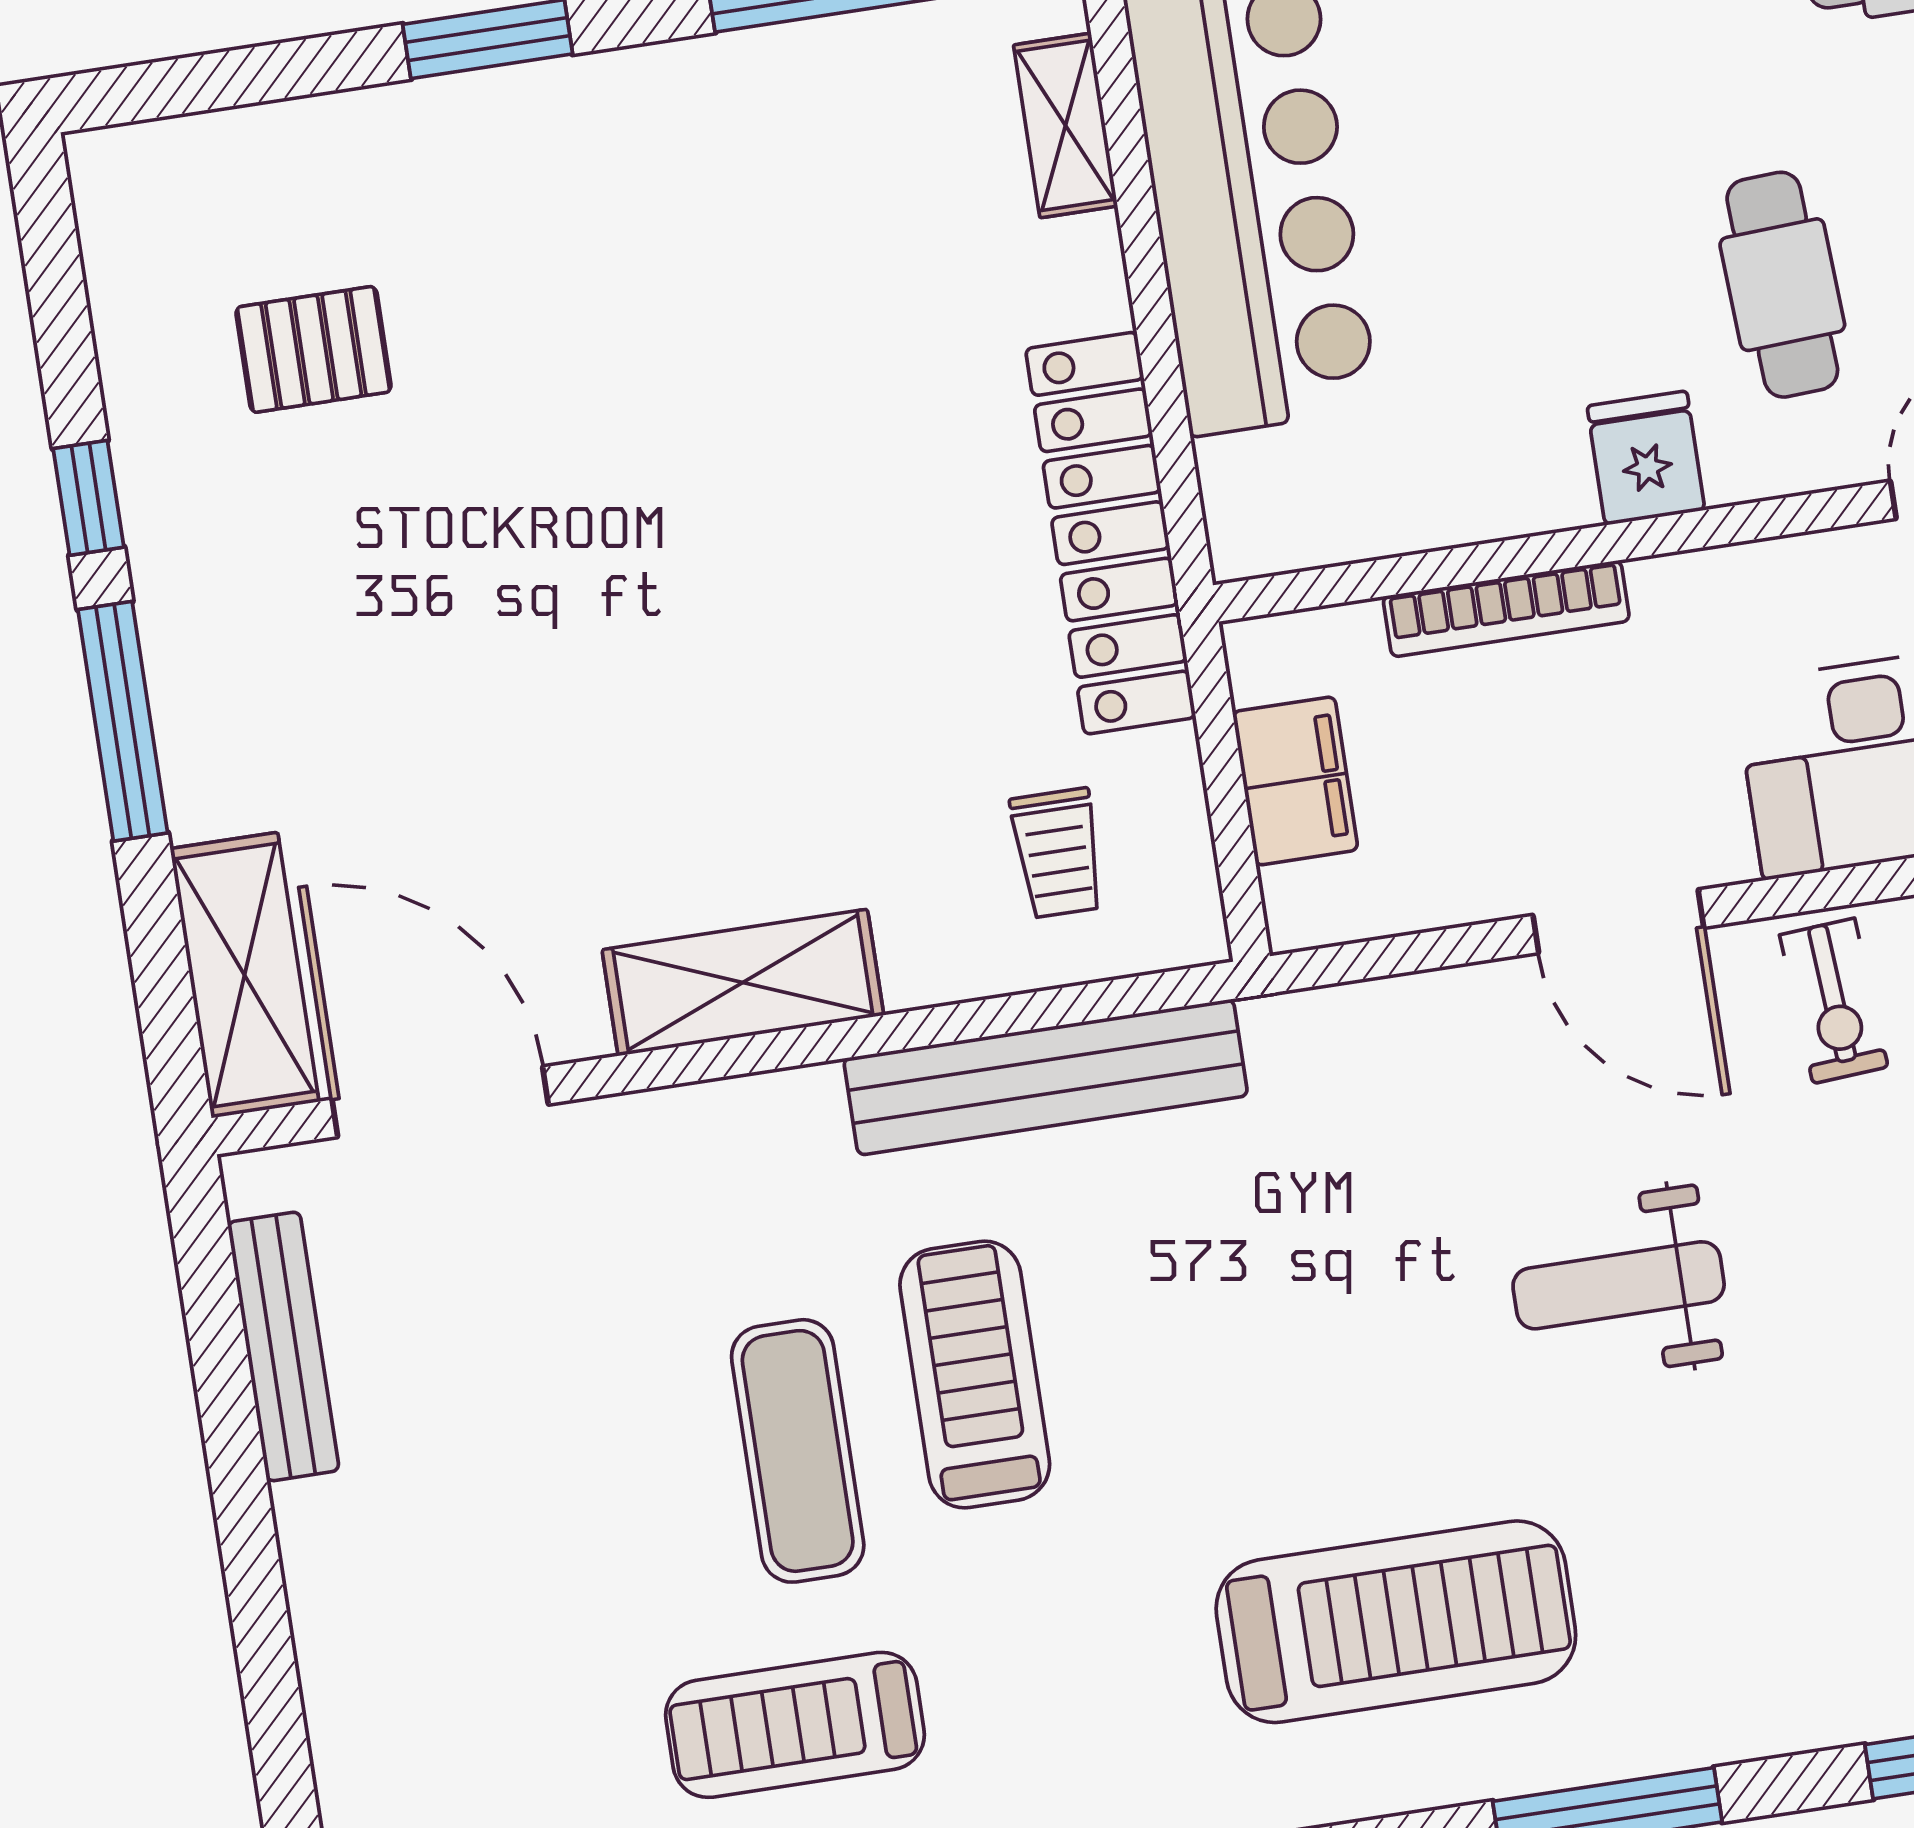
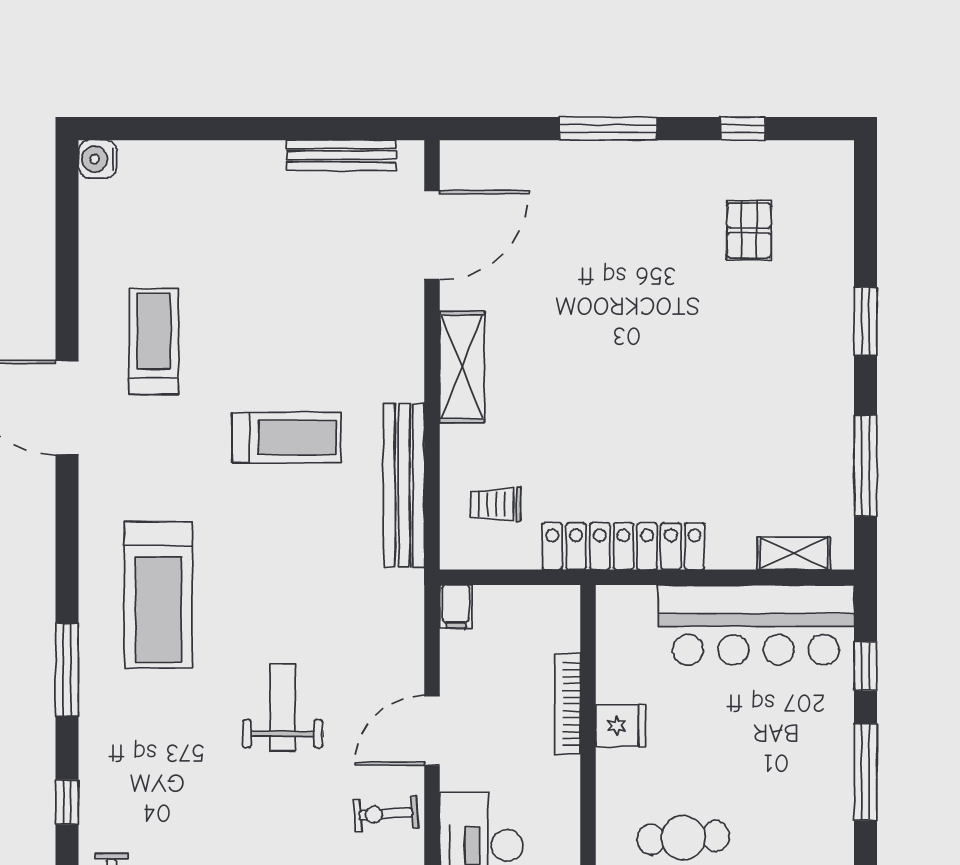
fridge: (1646, 458) -> (621, 726), moved
window: (89, 498) -> (743, 129), moved
filing cabinet: (1295, 781) -> (456, 606), moved, width x0.50
shelving: (245, 975) -> (496, 163), removed
exercise mat: (798, 1451) -> (266, 360), removed

